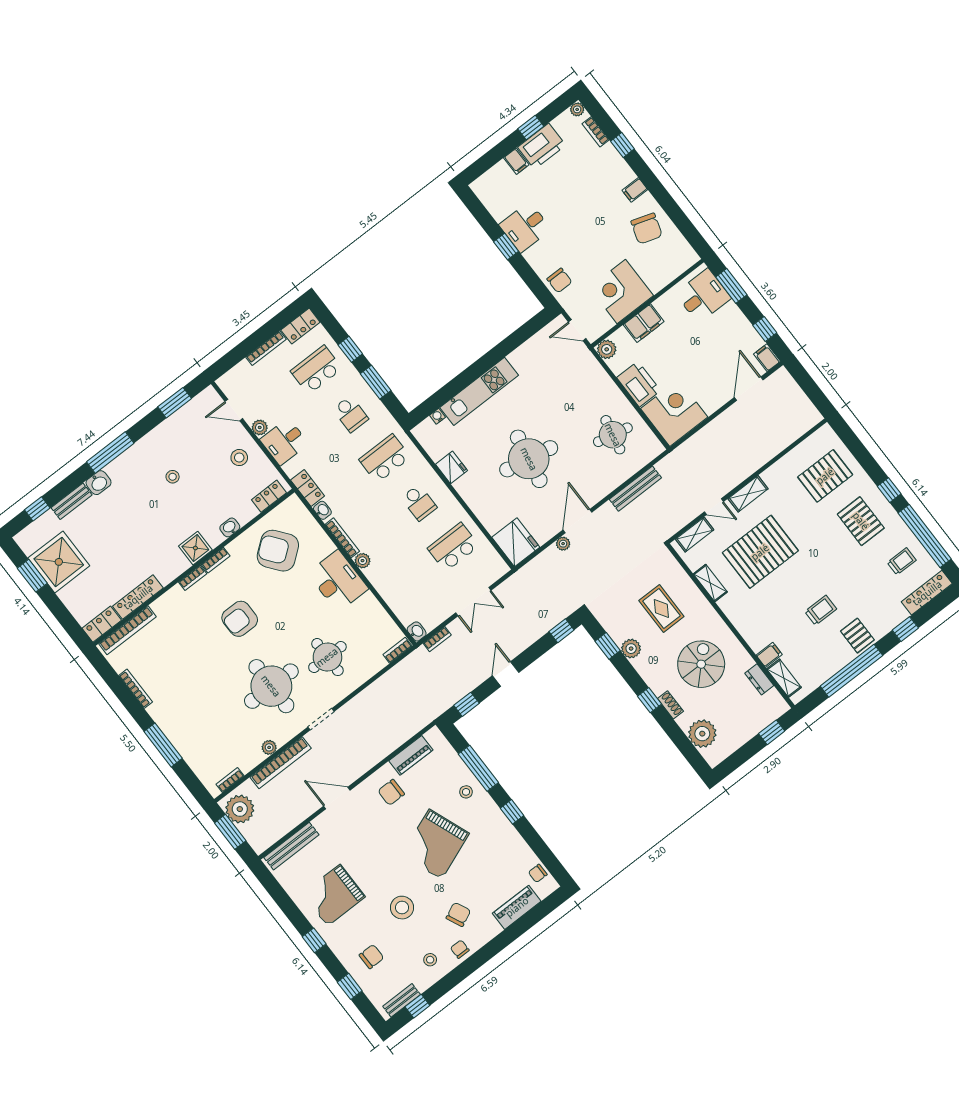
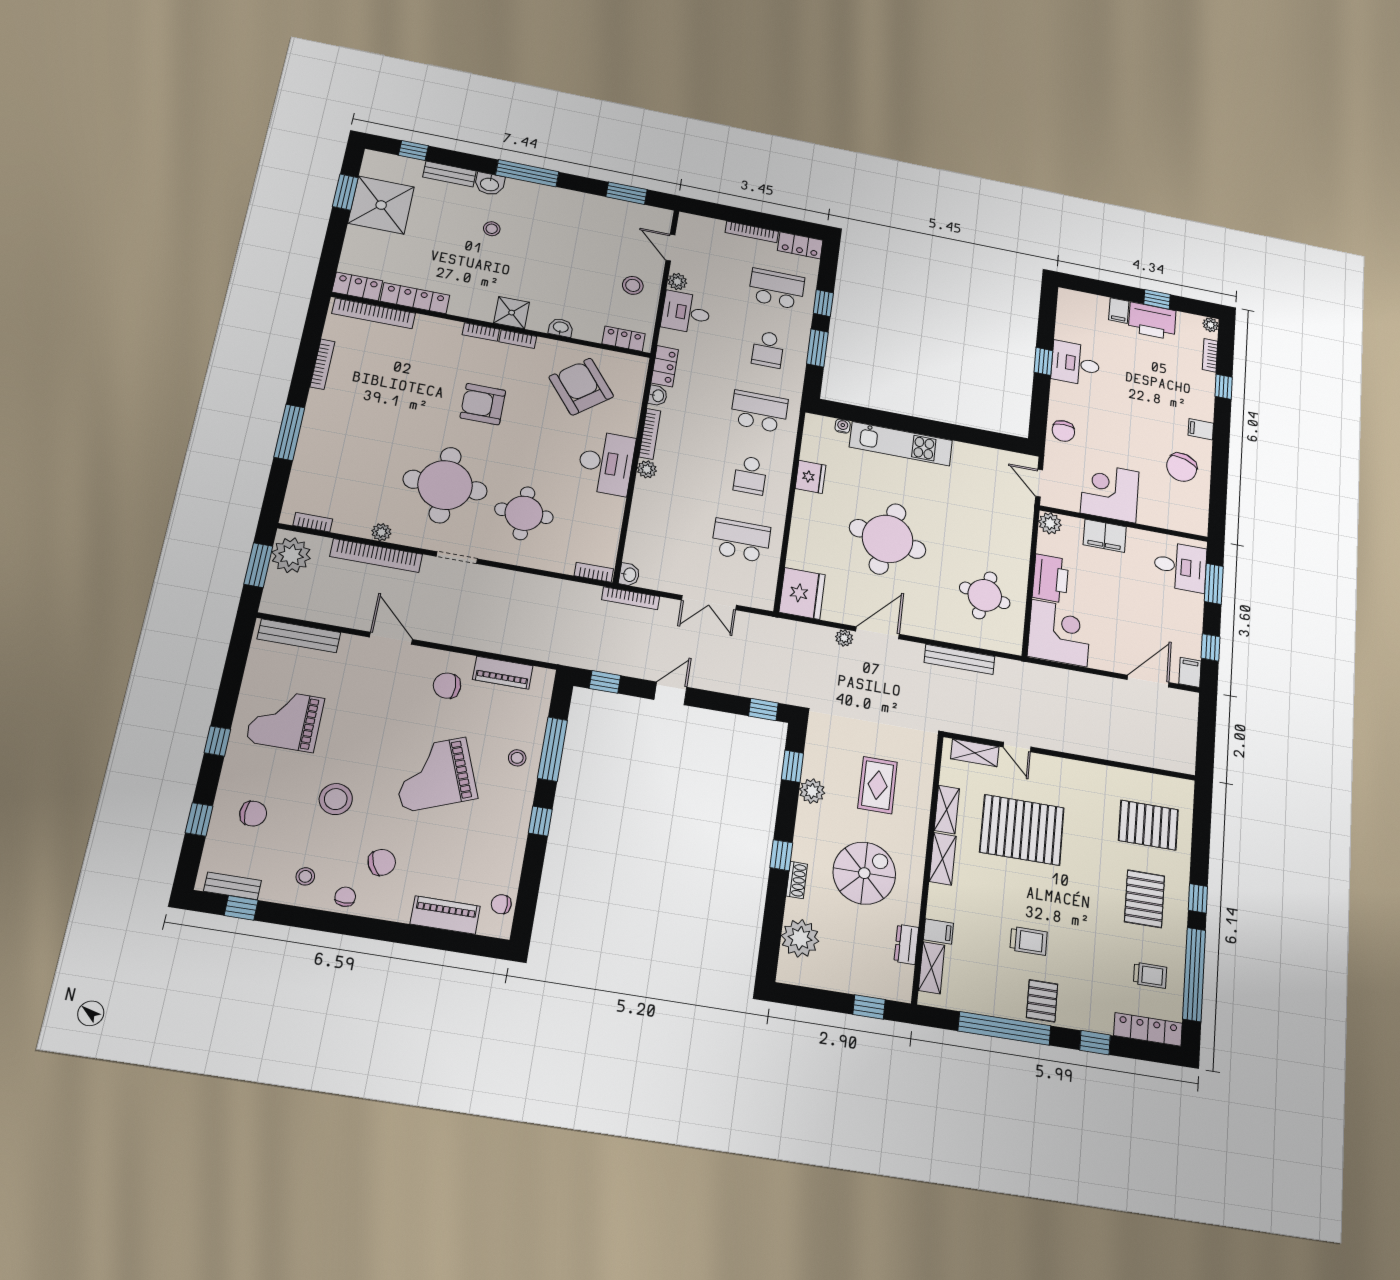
stool: (173, 477) -> (492, 229), moved
shelving: (748, 494) -> (943, 859), moved, turned 90
bookcase: (437, 639) -> (631, 598), width x1.56

